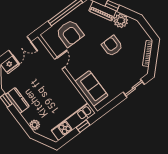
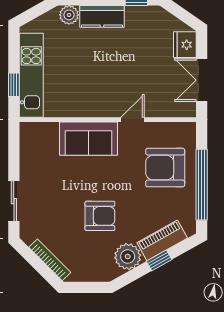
door: (60, 63) -> (133, 120), swing flipped
sofa: (91, 88) -> (88, 139), moved
kitchen counter: (17, 100) -> (102, 16), moved

